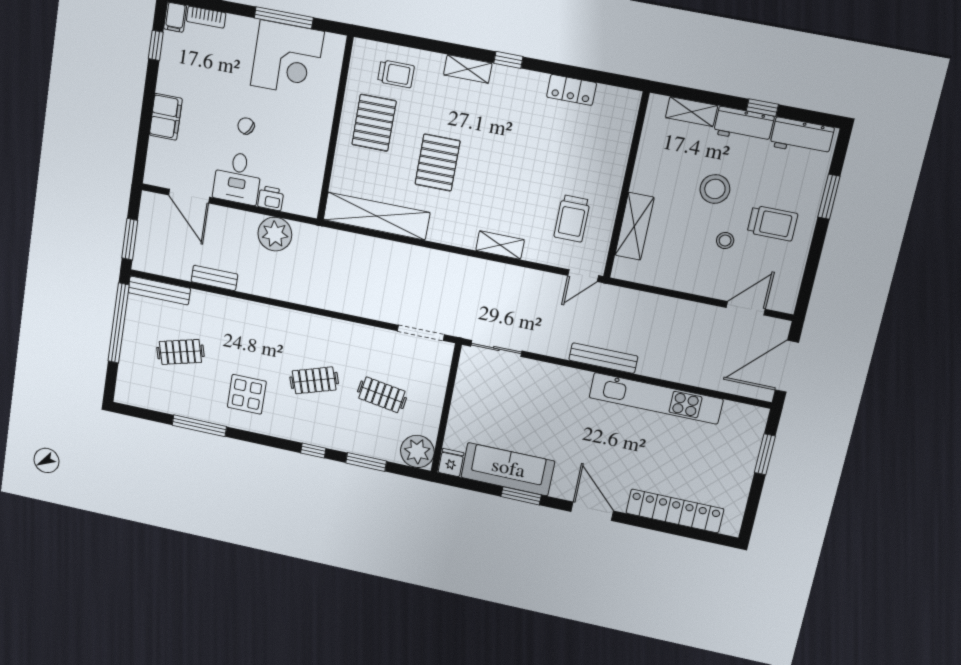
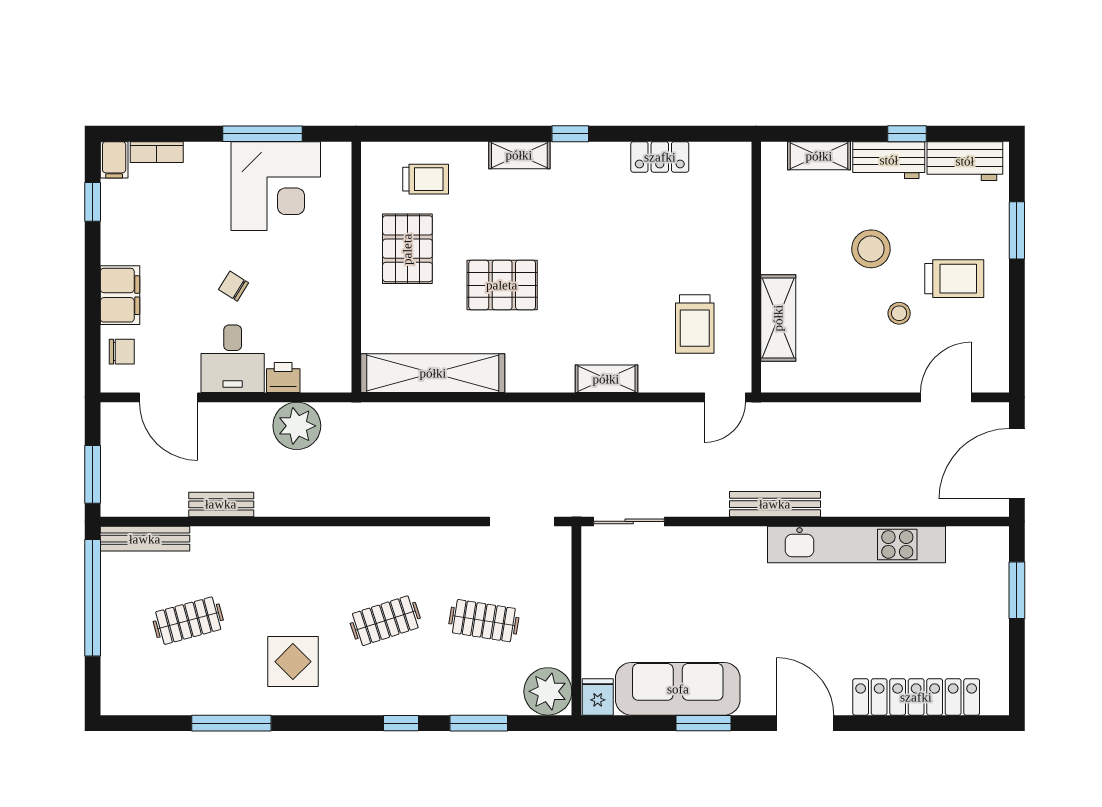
chair: (161, 157) -> (122, 352), added
pallet: (438, 163) -> (502, 285), turned 90

